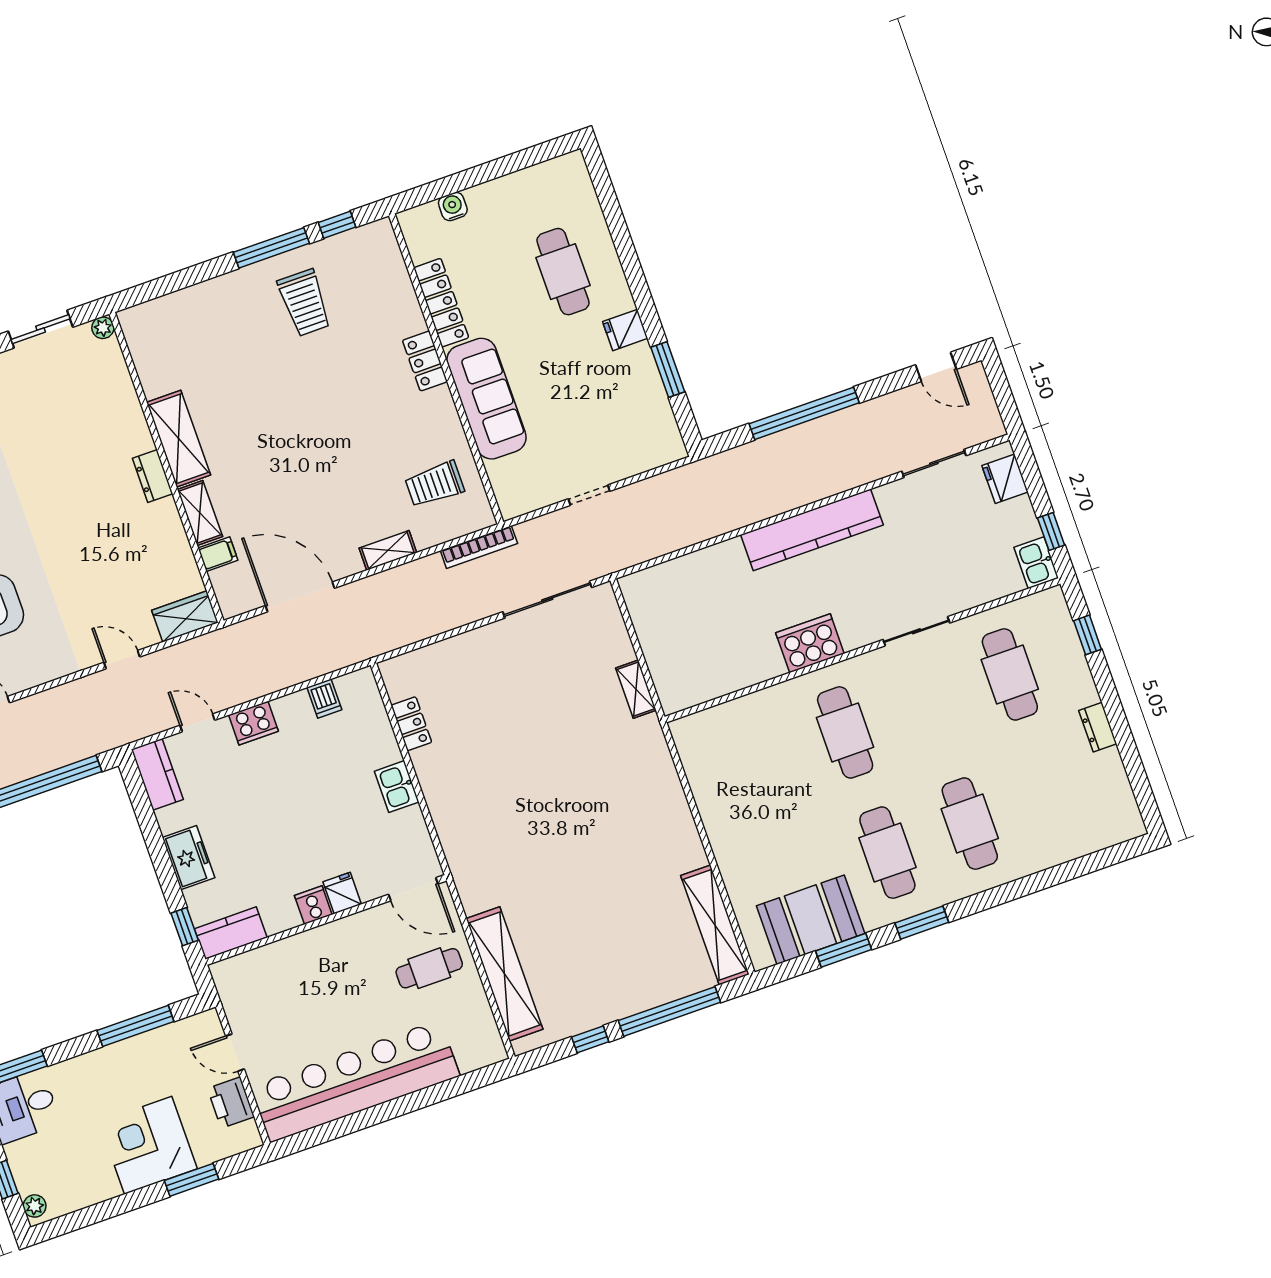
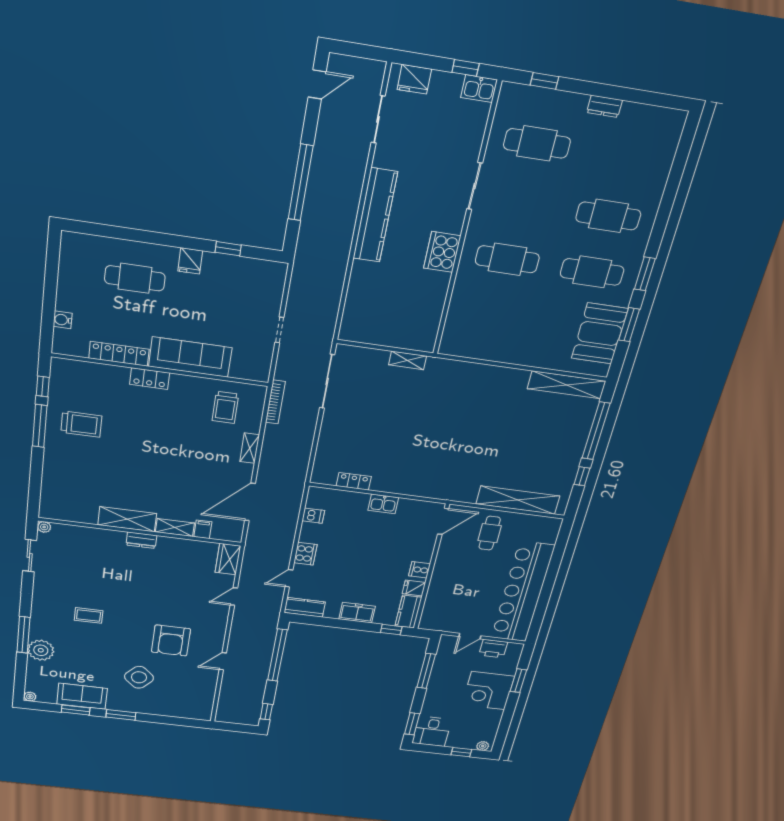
window: (668, 369) -> (228, 249), width x0.67
fridge: (342, 893) -> (414, 588), moved

